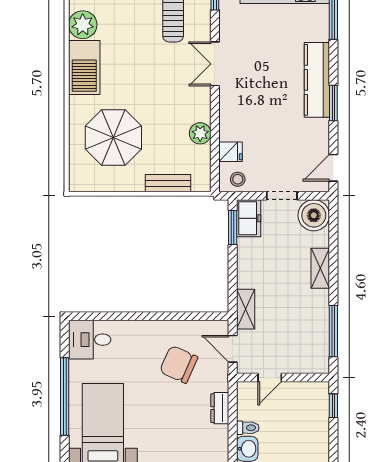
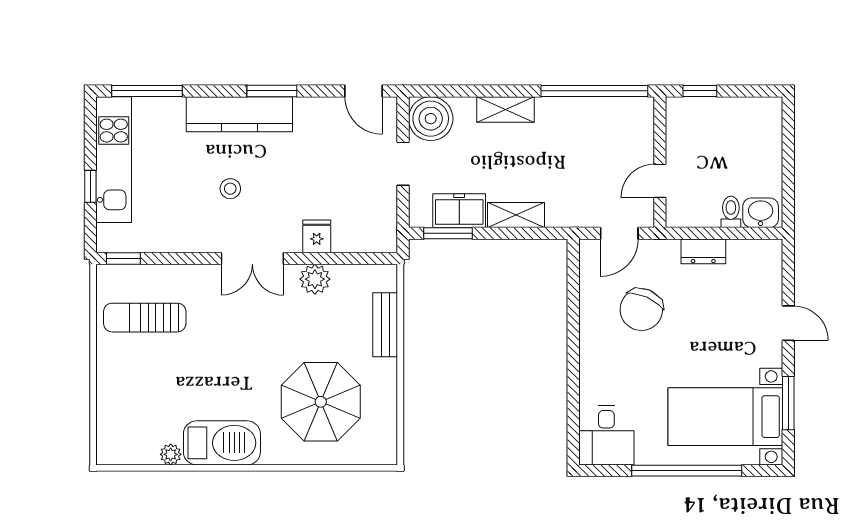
plant: (83, 25) -> (171, 454), width x0.53, depth x0.53
double door: (215, 64) -> (252, 258), moved
fridge: (230, 152) -> (317, 236), moved
stool: (238, 179) -> (230, 189), moved
freezer: (249, 218) -> (459, 211), moved
shelving: (246, 309) -> (516, 215), moved
window: (333, 331) -> (594, 91), width x1.46
door: (270, 377) -> (660, 181), swing flipped

